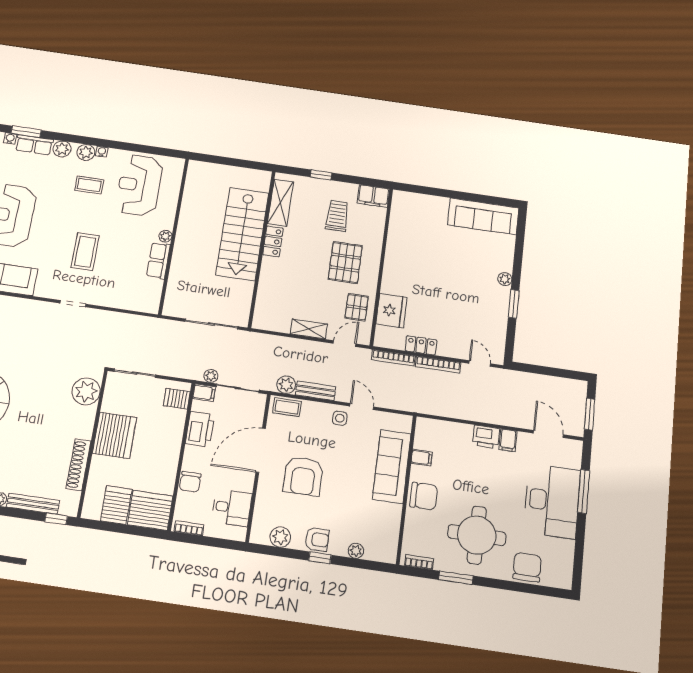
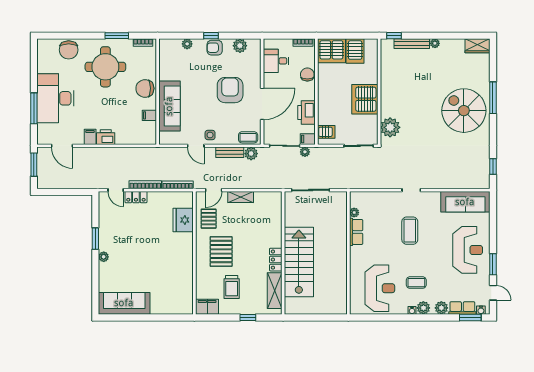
plant: (165, 236) -> (354, 213), moved
locker: (421, 345) -> (136, 197), moved
shoe rack: (78, 465) -> (386, 75), removed

